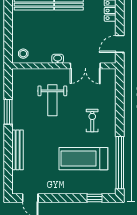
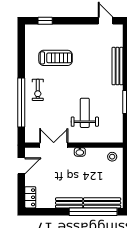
exercise bike: (92, 121) -> (38, 90), moved
treadmill: (83, 159) -> (56, 58), width x0.73, depth x0.73
window: (120, 163) -> (21, 103), moved

